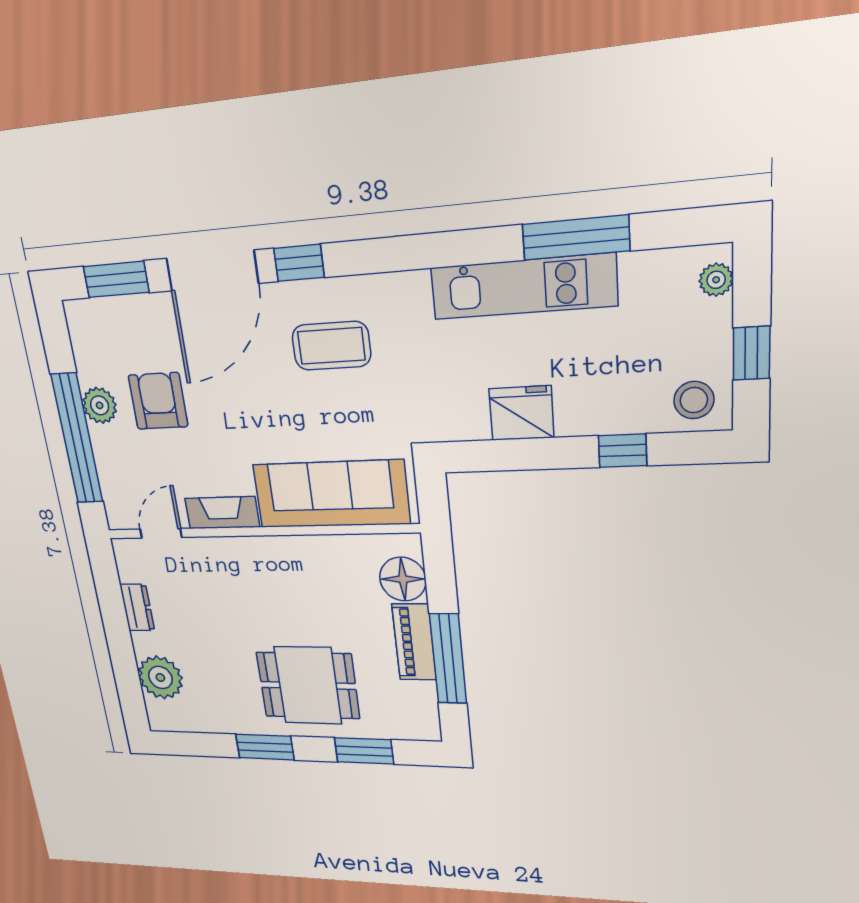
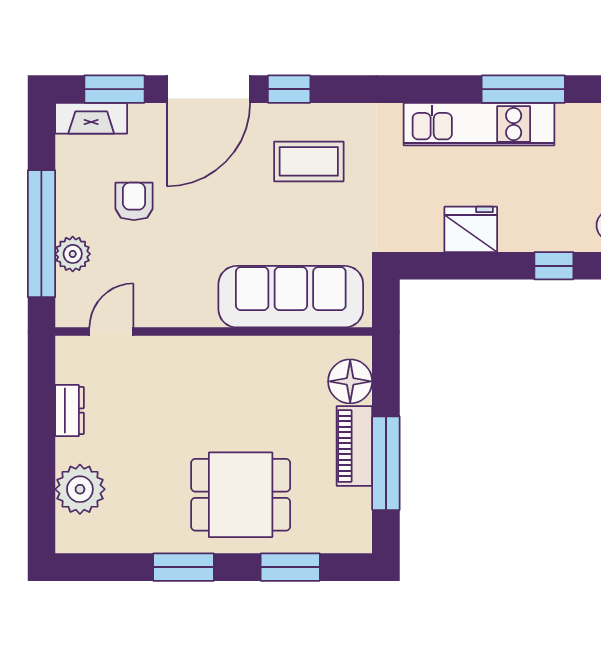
armchair: (158, 401) -> (134, 201), width x0.72, depth x0.72
plant: (100, 405) -> (73, 254), moved
fireplace: (222, 513) -> (91, 118), moved, turned 180

